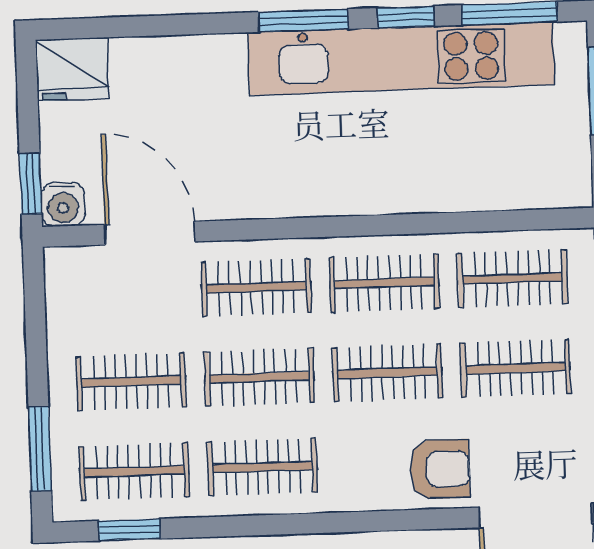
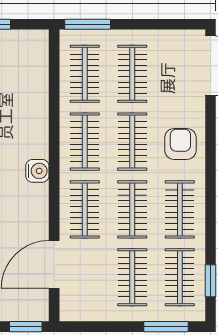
water cooler: (63, 204) -> (37, 171), moved
armchair: (440, 469) -> (180, 144), moved

